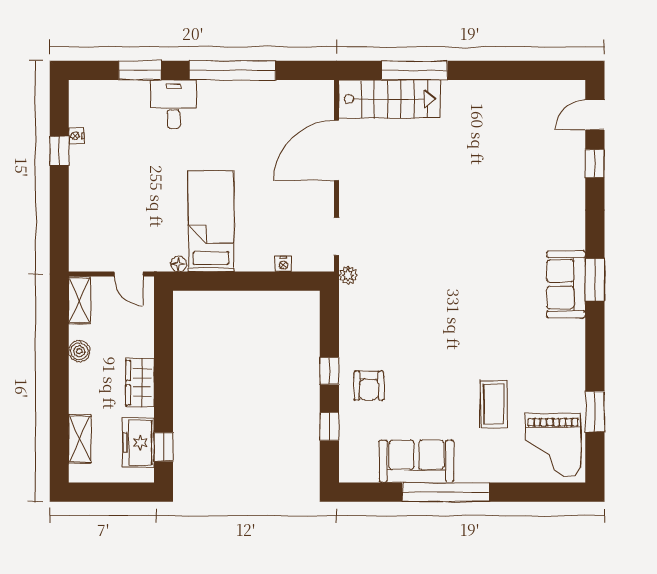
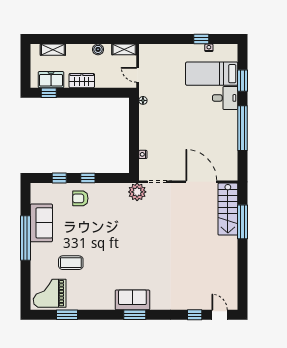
bed: (211, 221) -> (212, 74), moved, turned 180
door: (129, 274) -> (138, 75), hinge flipped
plant: (348, 275) -> (137, 192), width x1.88, depth x1.88

